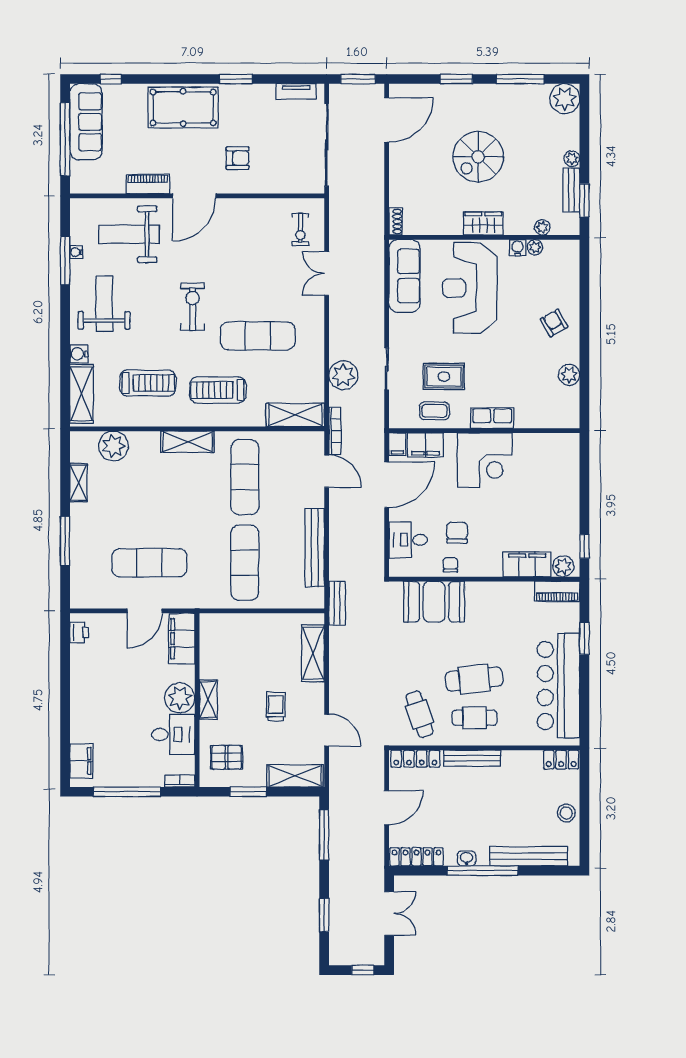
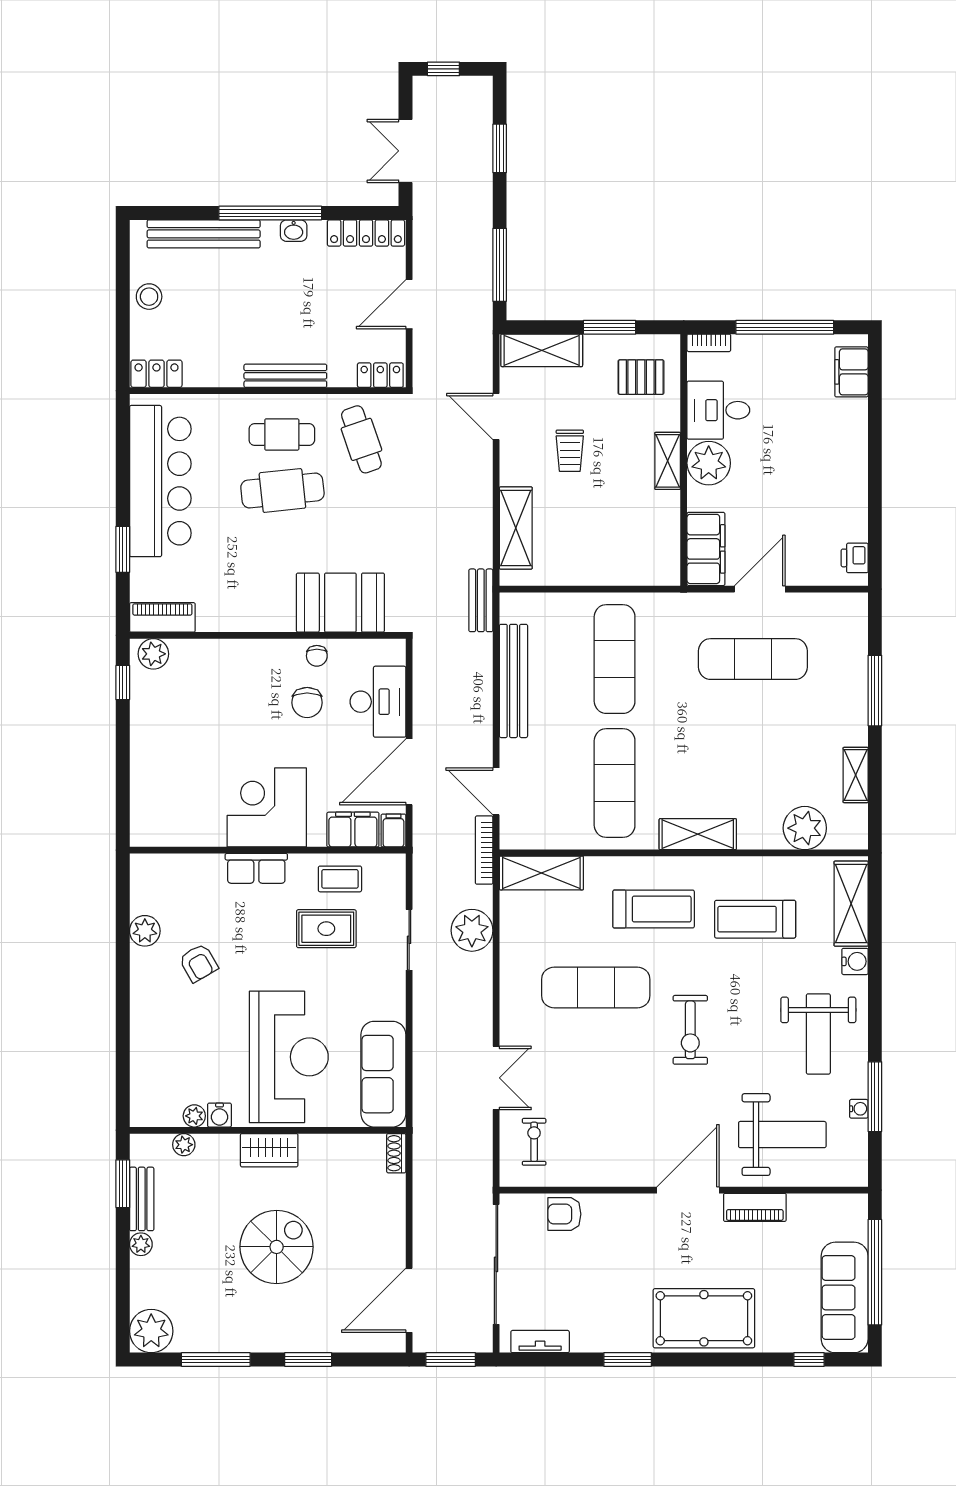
armchair: (238, 158) -> (564, 1214), moved
armchair: (554, 323) -> (199, 963), moved
desk: (408, 540) -> (378, 702), width x1.37
filing cabinet: (527, 564) -> (206, 657), removed
locker: (415, 759) -> (380, 375), width x0.66

